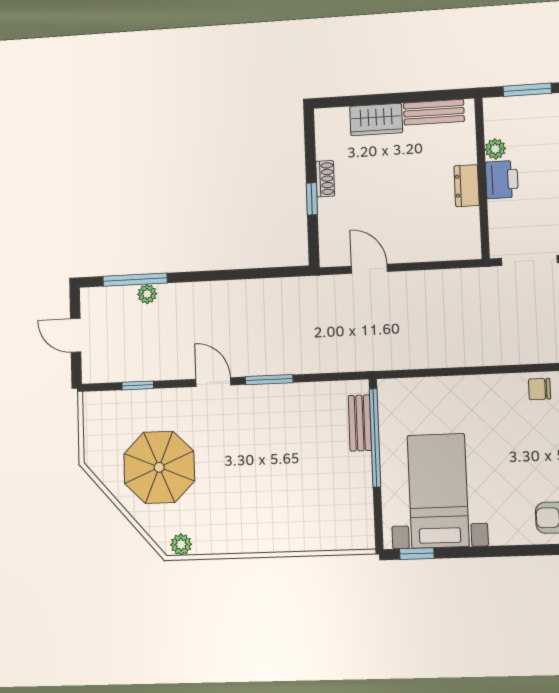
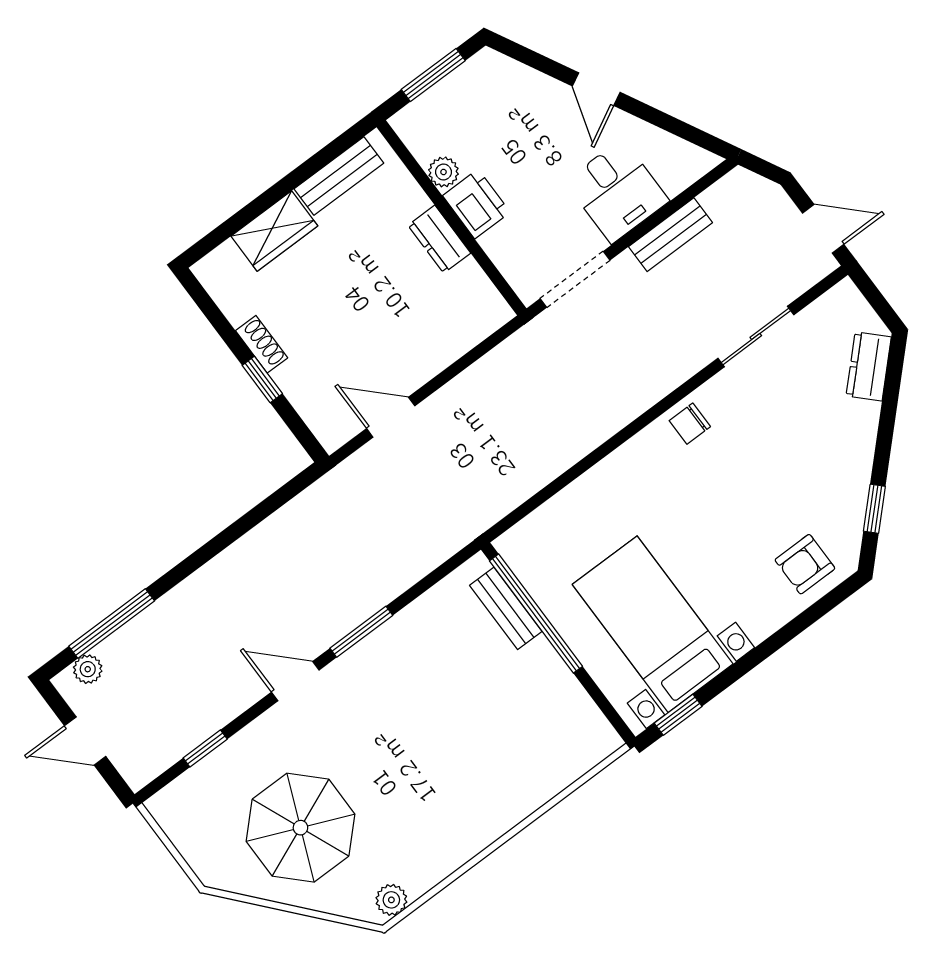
plant: (147, 294) -> (88, 669), moved

